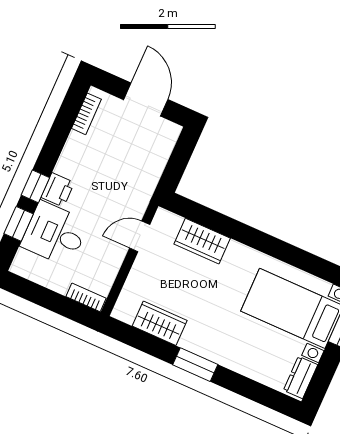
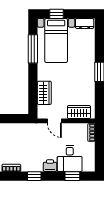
window: (35, 186) -> (34, 176), moved
window: (296, 257) -> (33, 49), added
wardrobe: (160, 323) -> (79, 112), moved, turned 90

